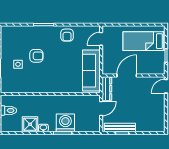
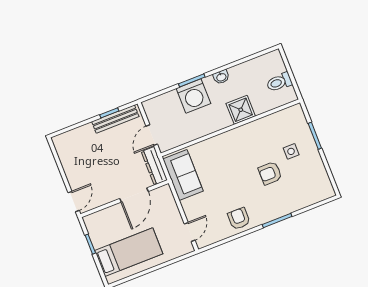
sofa: (91, 71) -> (183, 175), width x0.73
shower: (30, 124) -> (241, 110), moved

